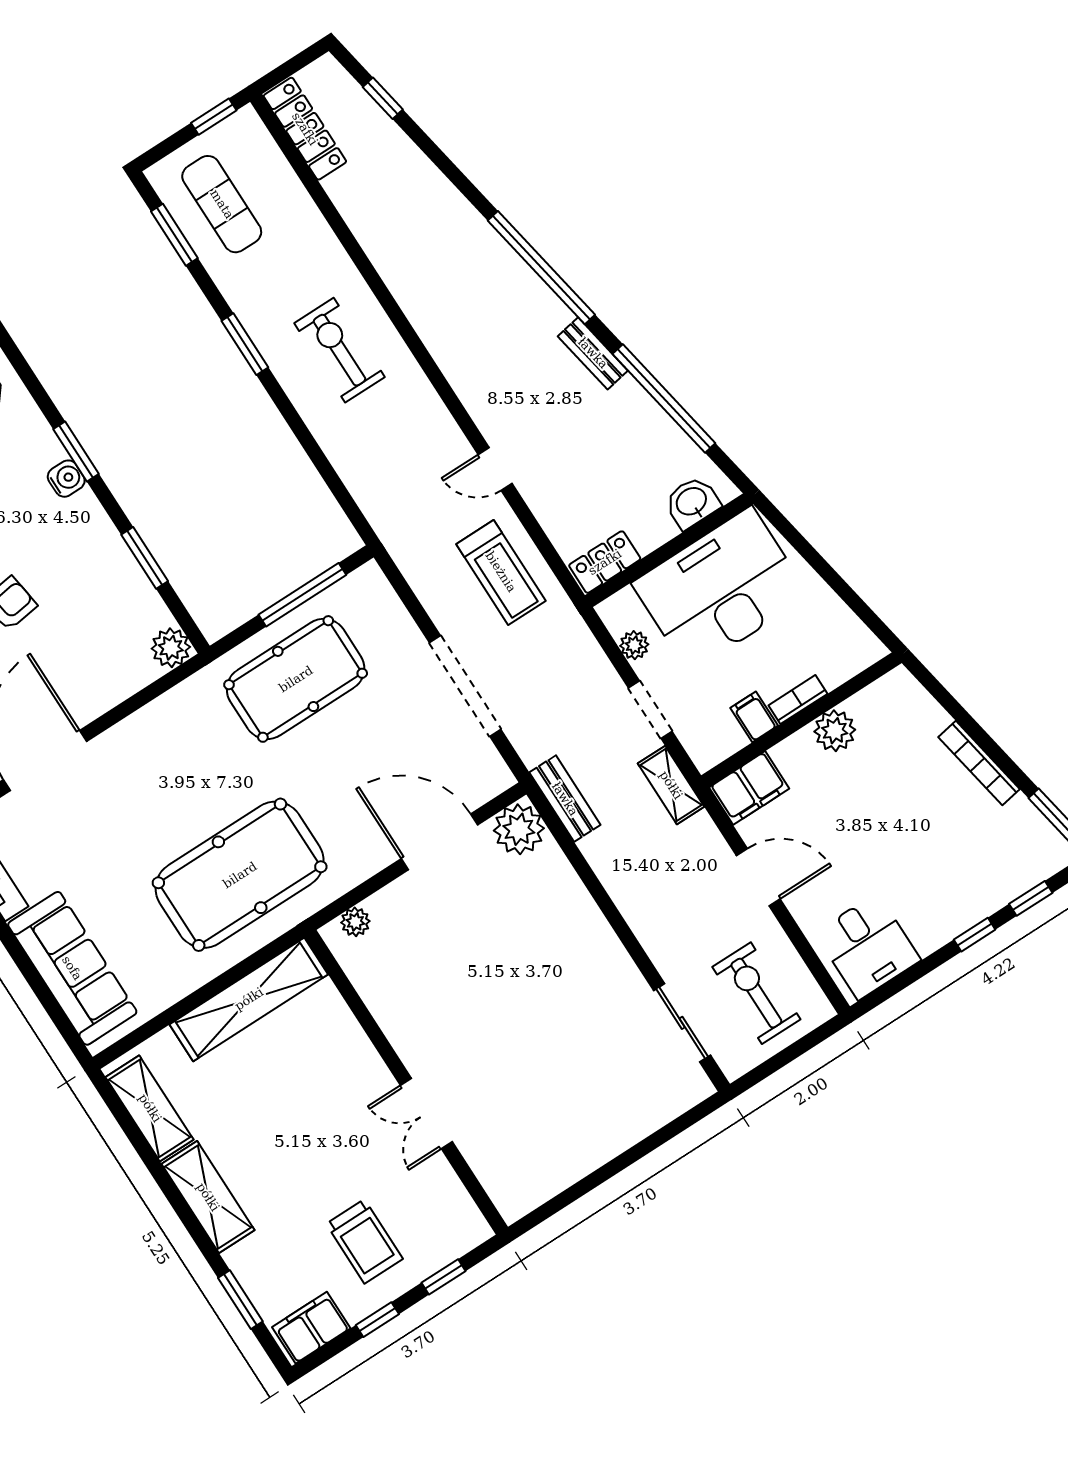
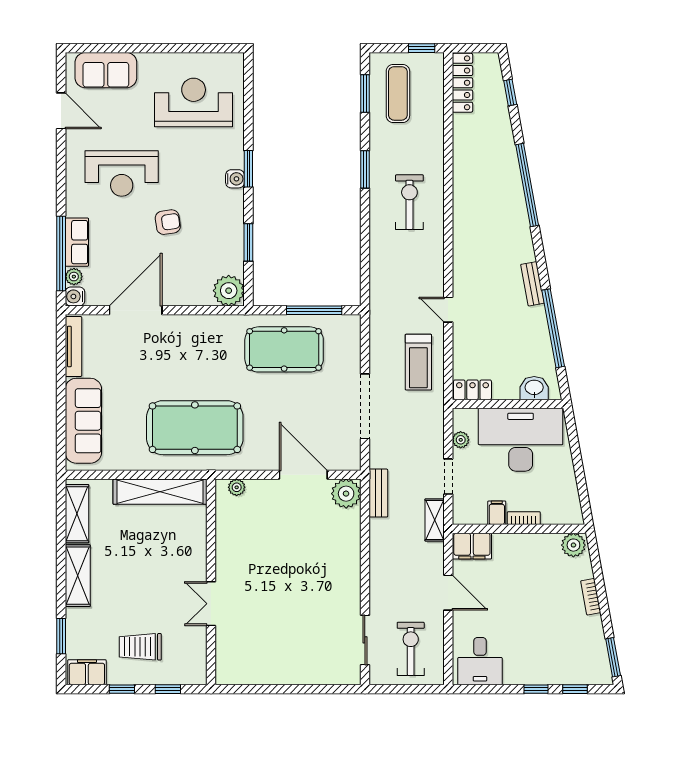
window: (541, 268) -> (527, 185), moved
plant: (171, 648) -> (229, 291), width x1.36, depth x1.36
plant: (835, 731) -> (573, 545), moved
bookcase: (979, 763) -> (591, 597), width x0.64
trolley: (365, 1241) -> (140, 647), turned 90

